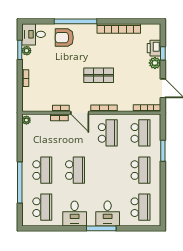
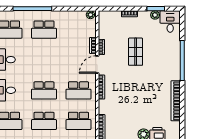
armchair: (64, 38) -> (167, 50), removed
shop shelf: (99, 75) -> (136, 52), moved
school desk: (75, 170) -> (44, 90), moved

